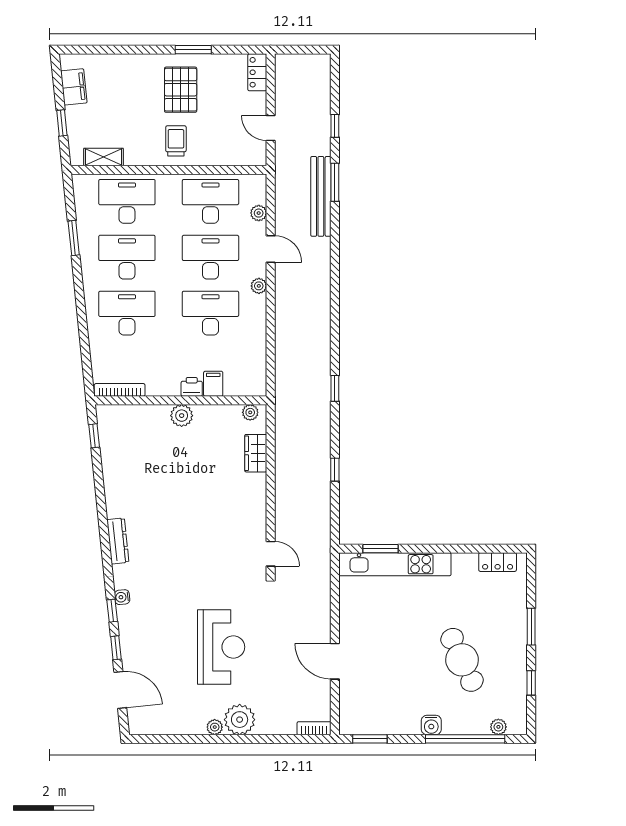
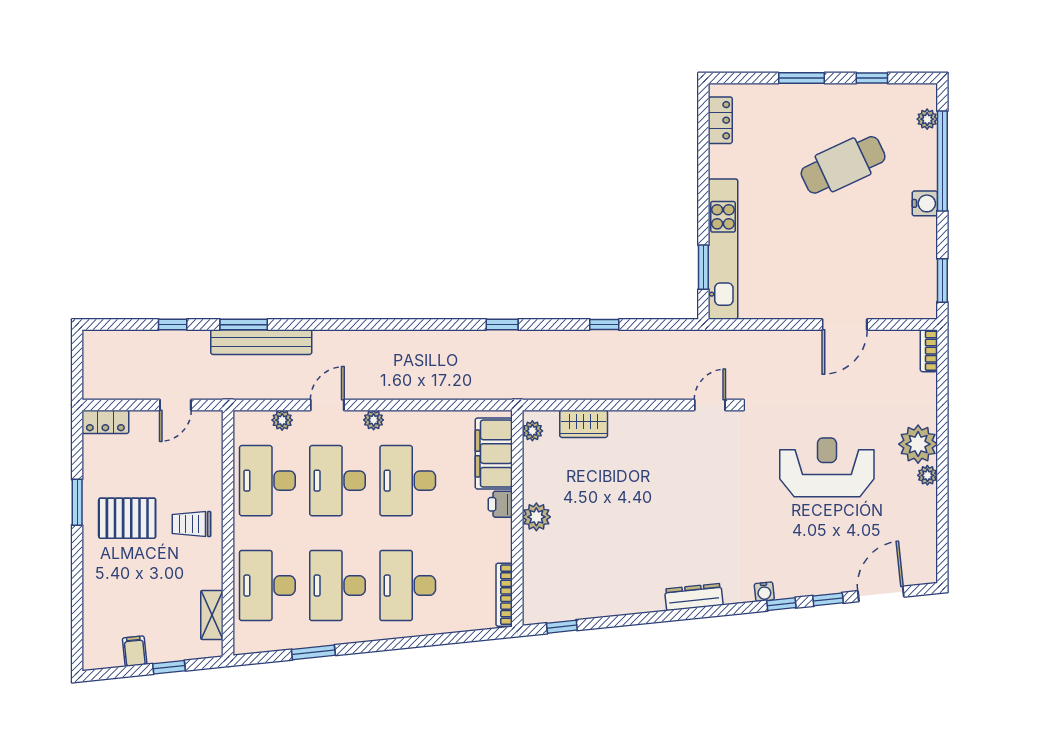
filing cabinet: (74, 87) -> (135, 651), width x0.50
filing cabinet: (213, 384) -> (494, 454), width x3.00, depth x1.17

